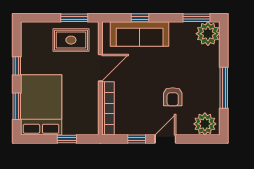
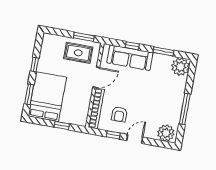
window: (197, 18) -> (163, 51), moved
armchair: (173, 97) -> (119, 114), moved

